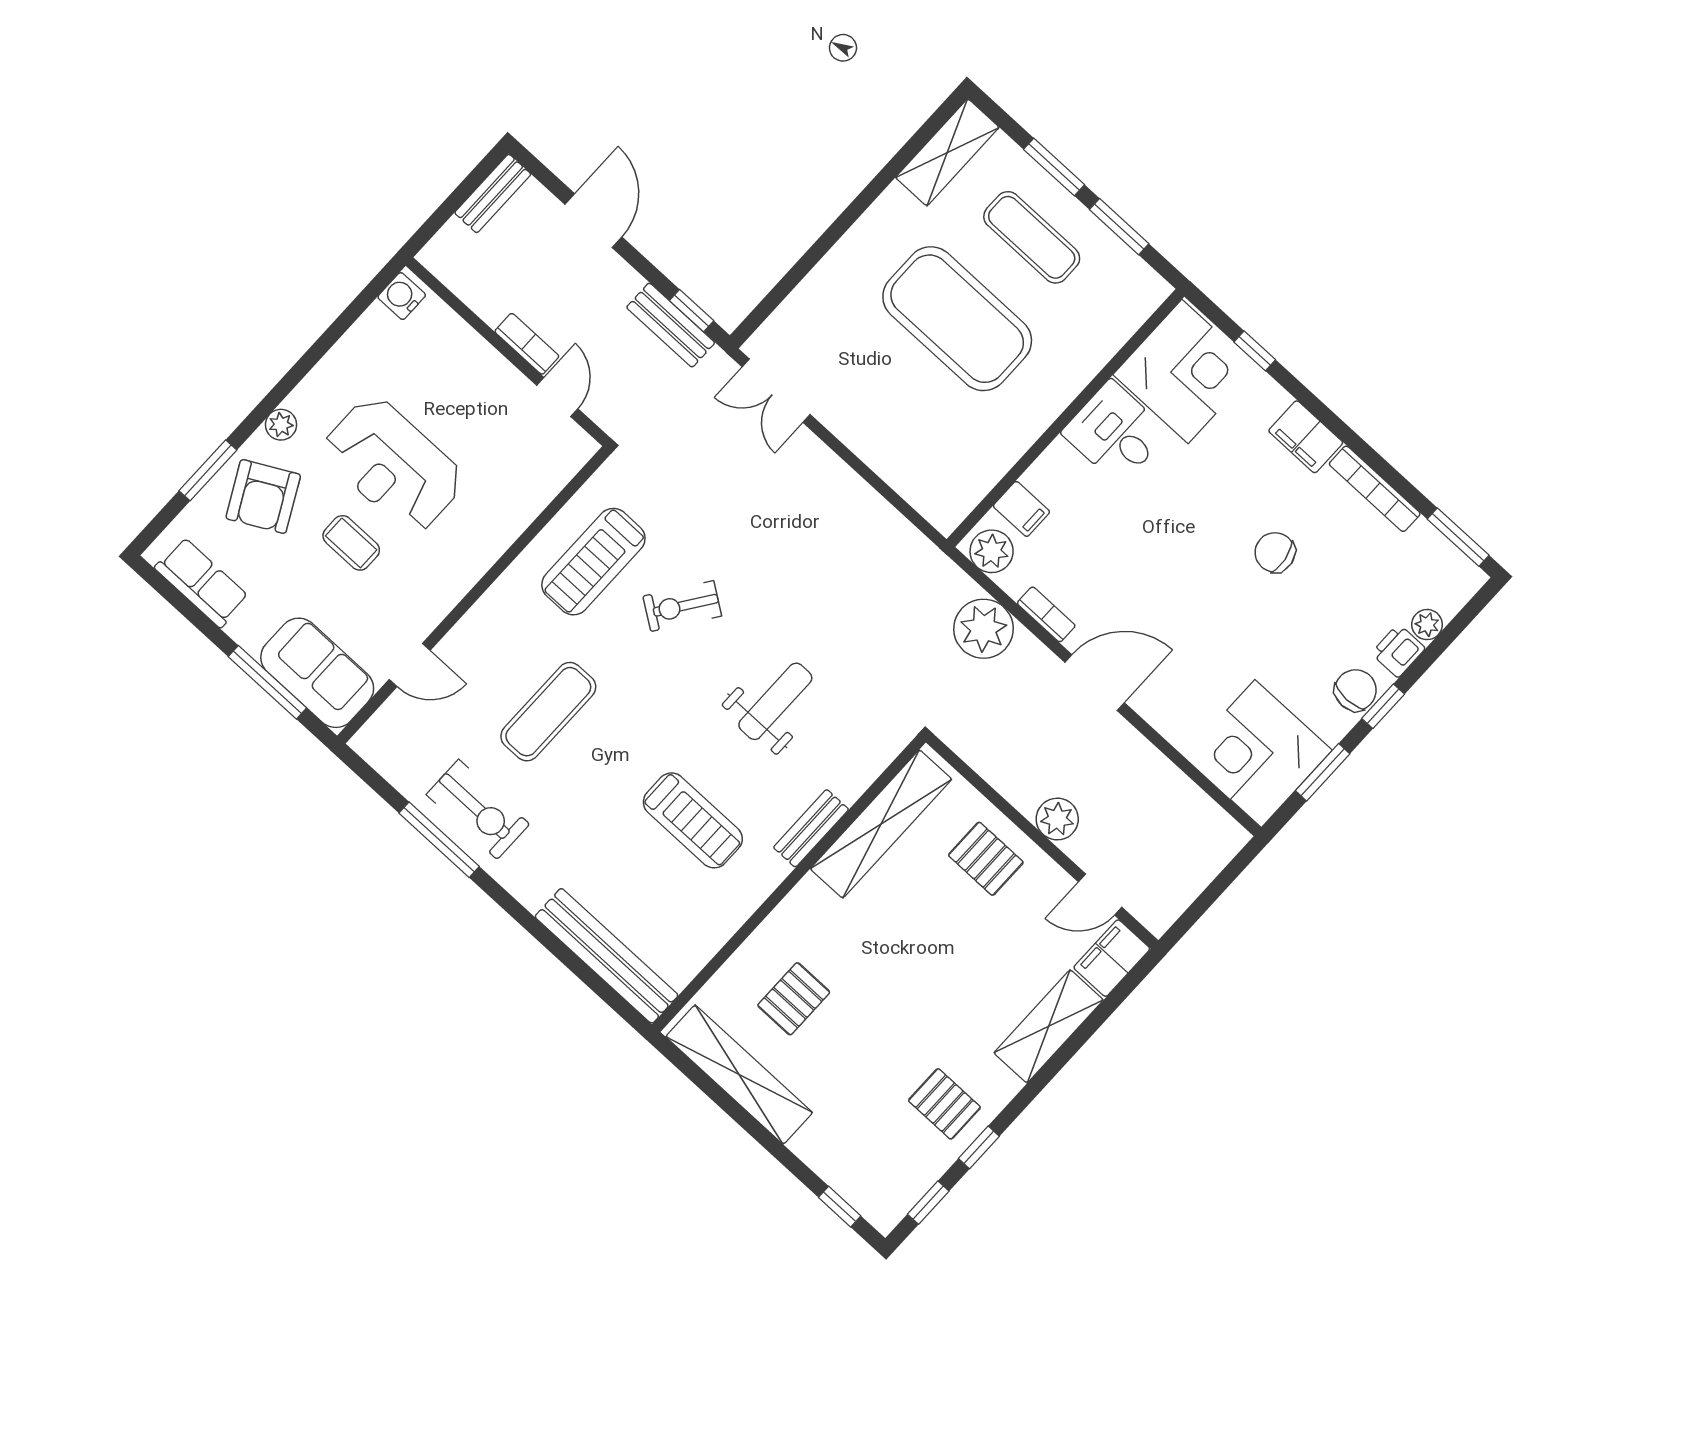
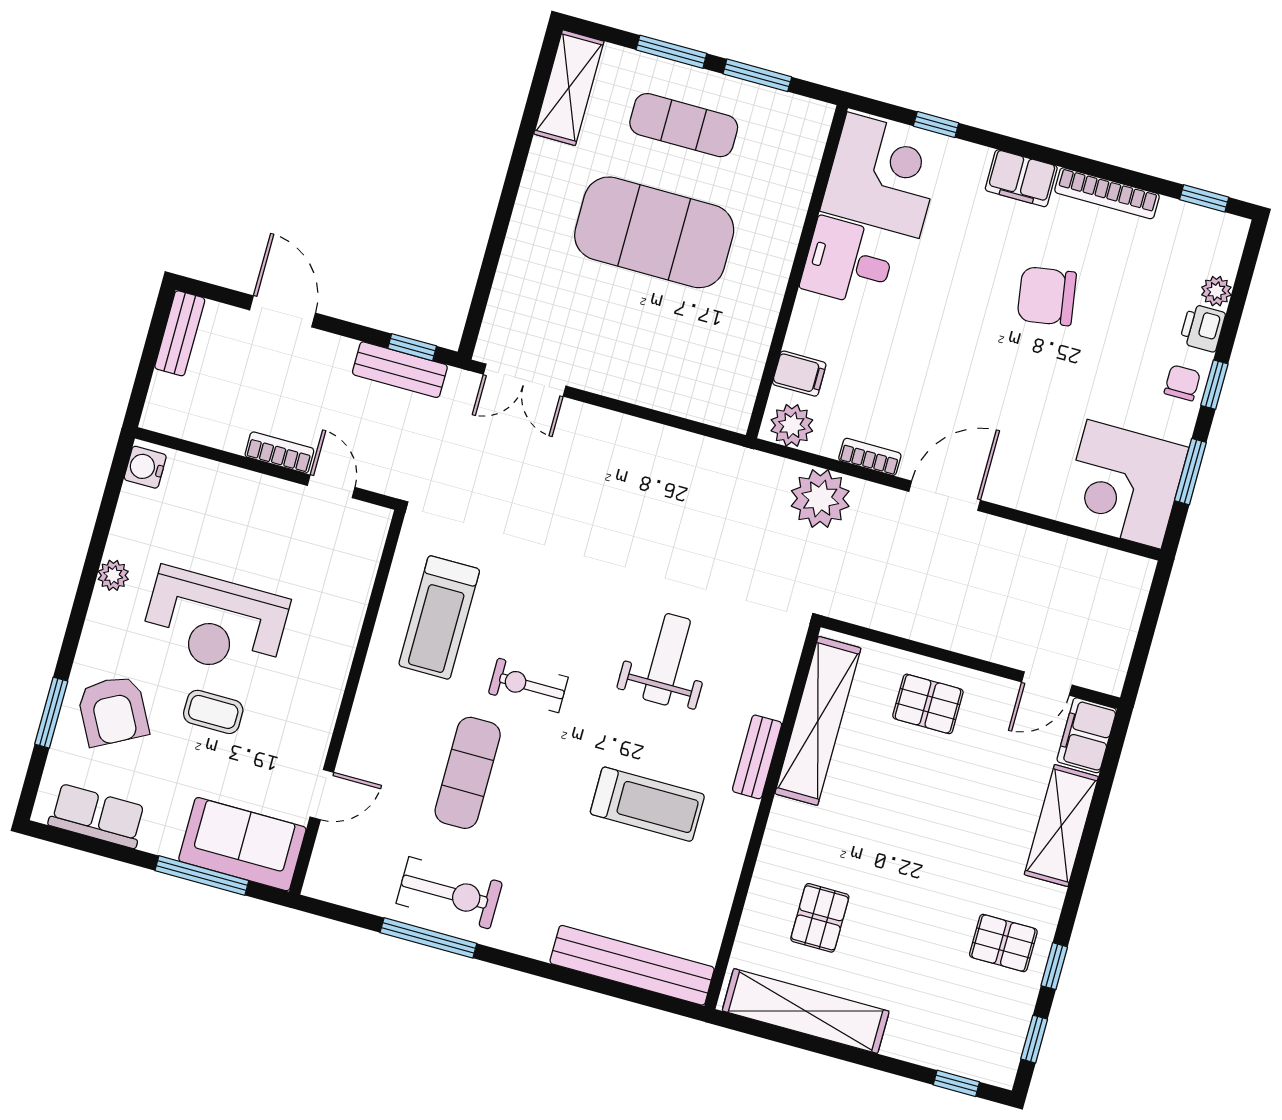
plant: (281, 425) -> (113, 575), moved
window: (1458, 537) -> (1204, 198), width x0.67
chair: (1275, 552) -> (1047, 296), width x1.37, depth x1.37
exercise bike: (682, 606) -> (528, 685), moved, turned 55
chair: (1355, 690) -> (1182, 383), width x0.73, depth x0.73
plant: (1057, 819) -> (974, 636), removed

